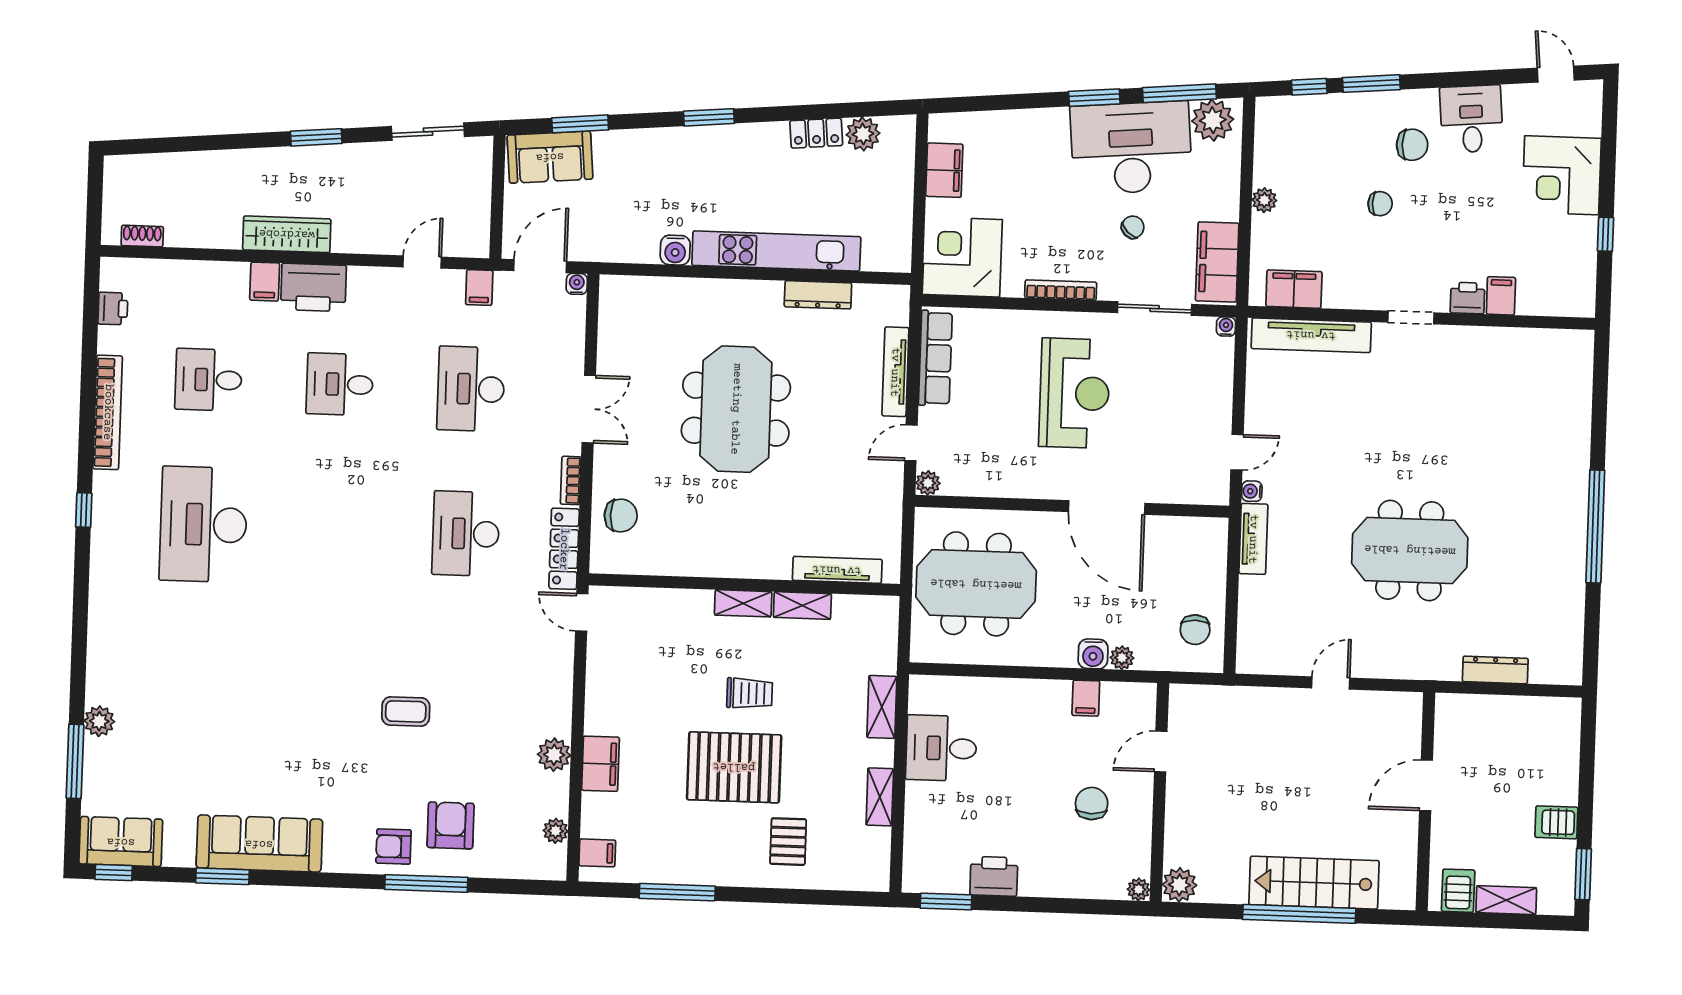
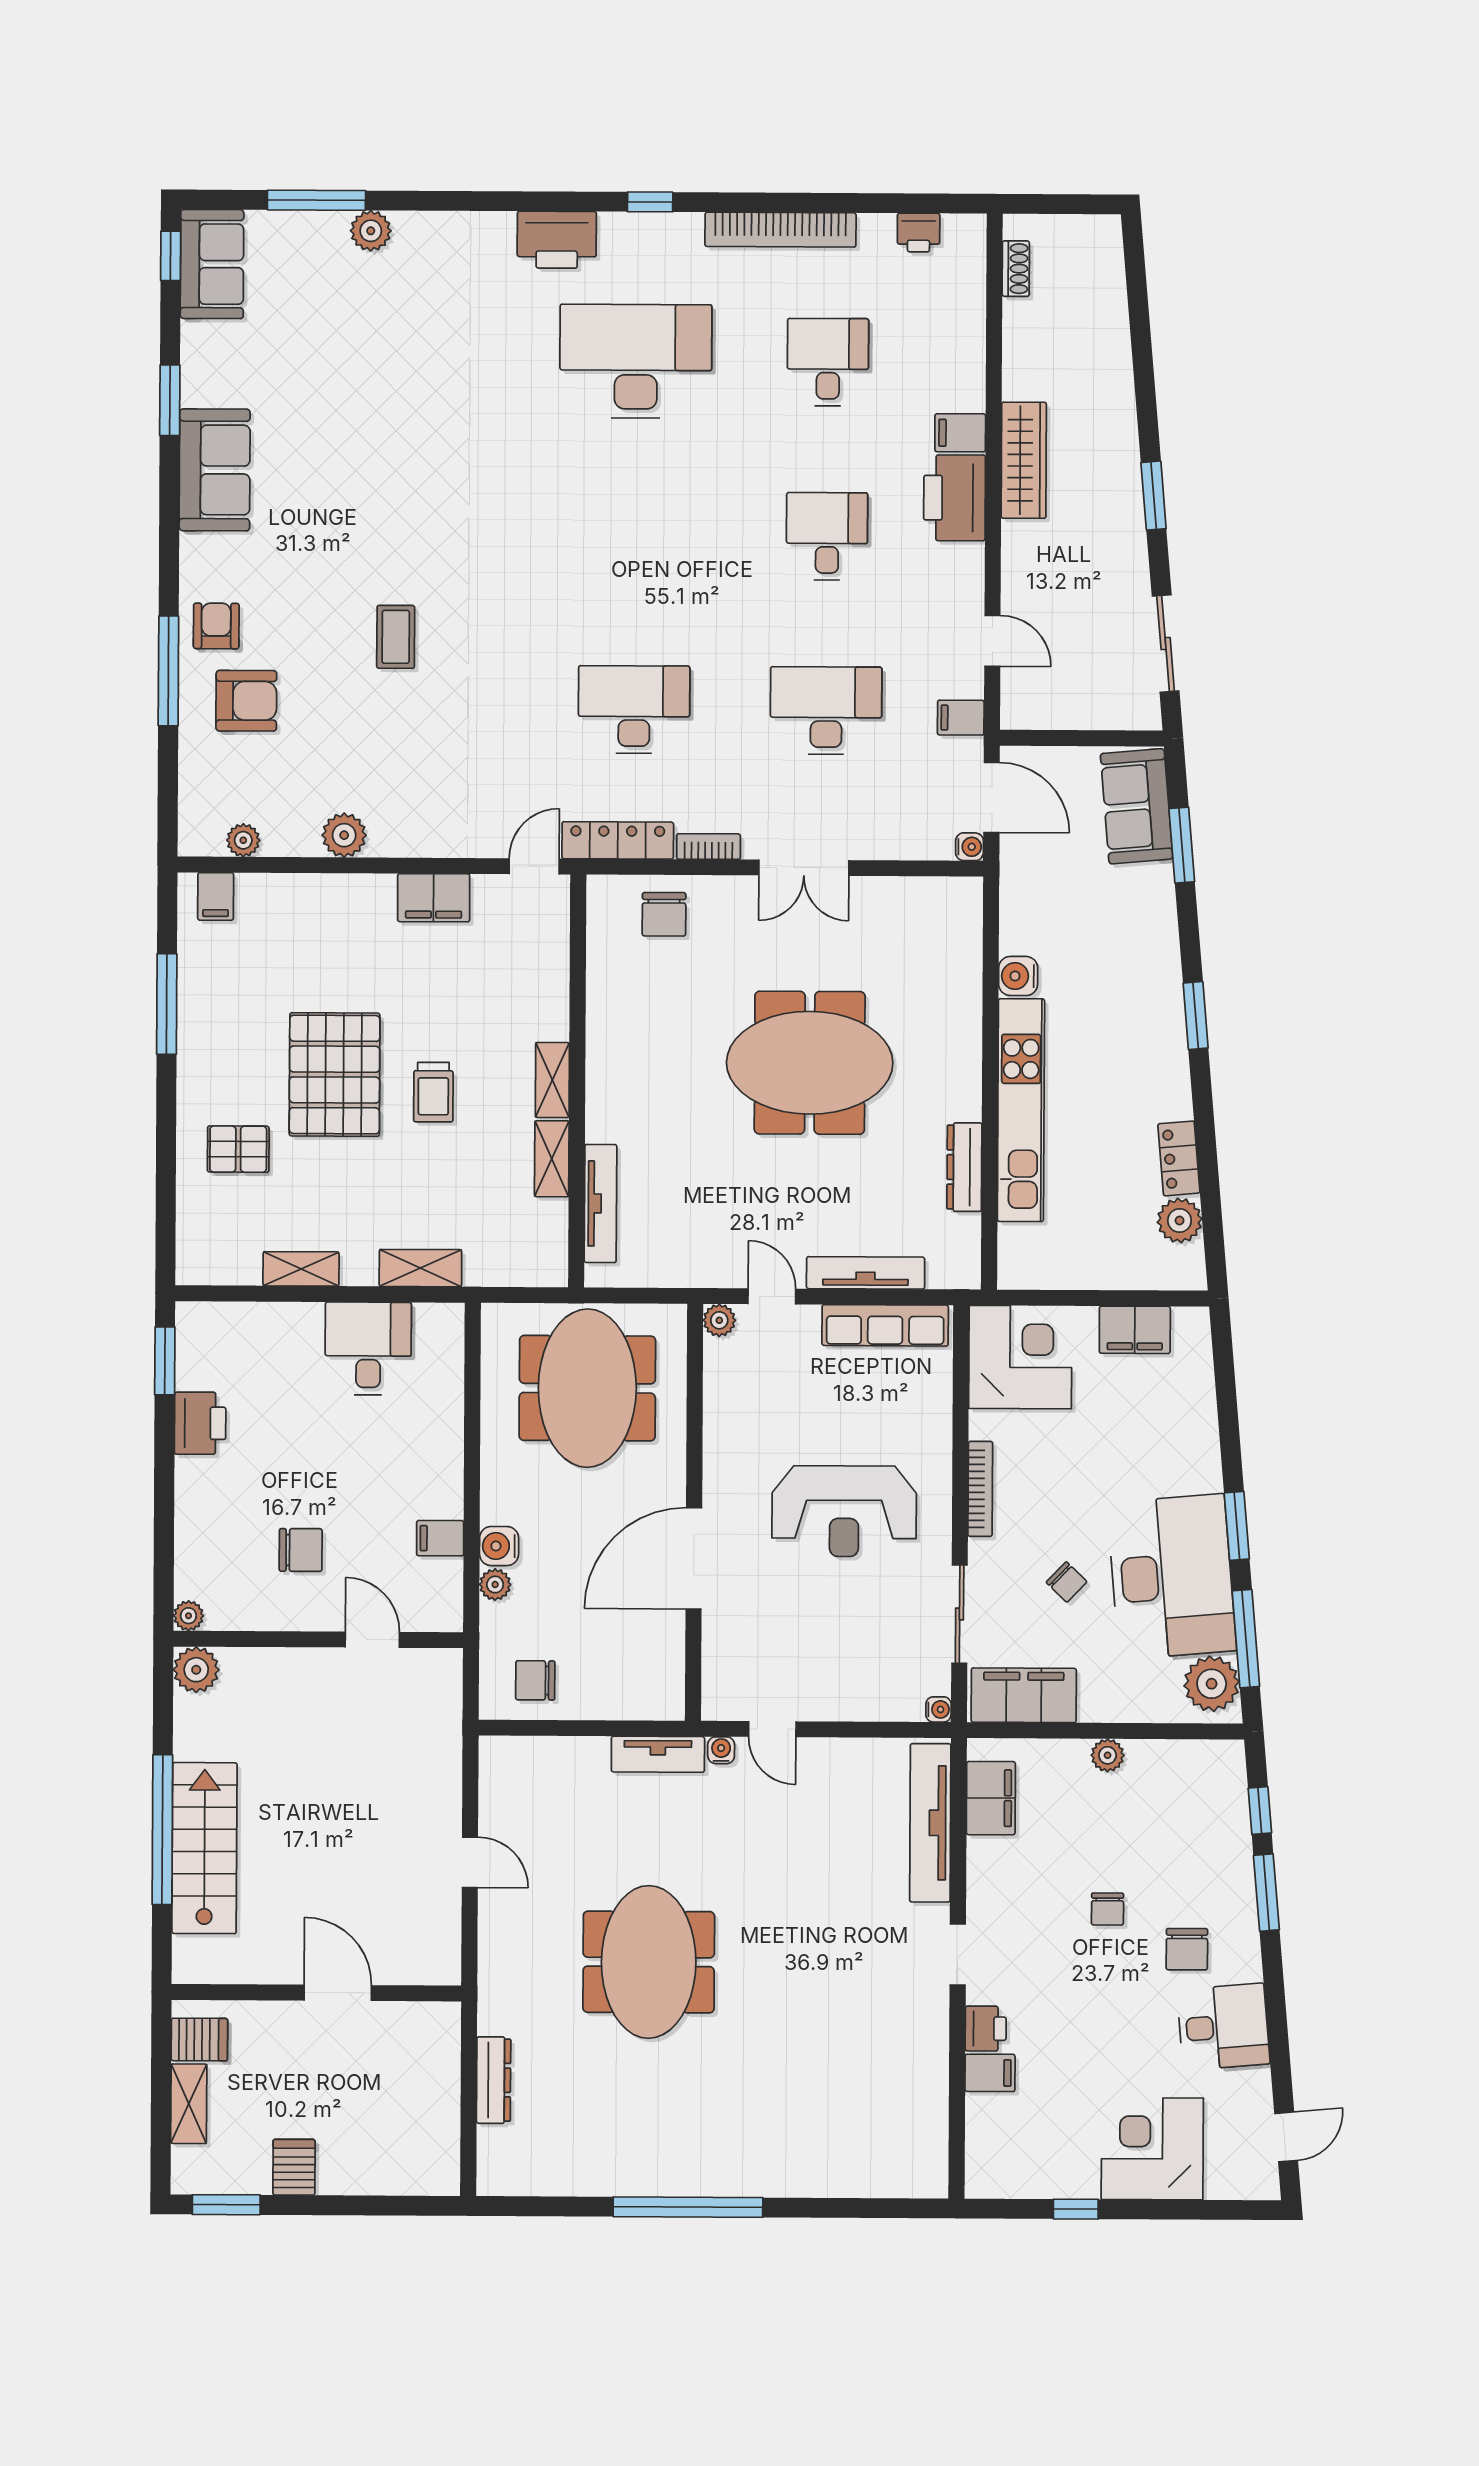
printer: (110, 581) -> (557, 240), added
filing cabinet: (601, 764) -> (434, 898), moved
sofa: (259, 844) -> (215, 470), width x0.73

